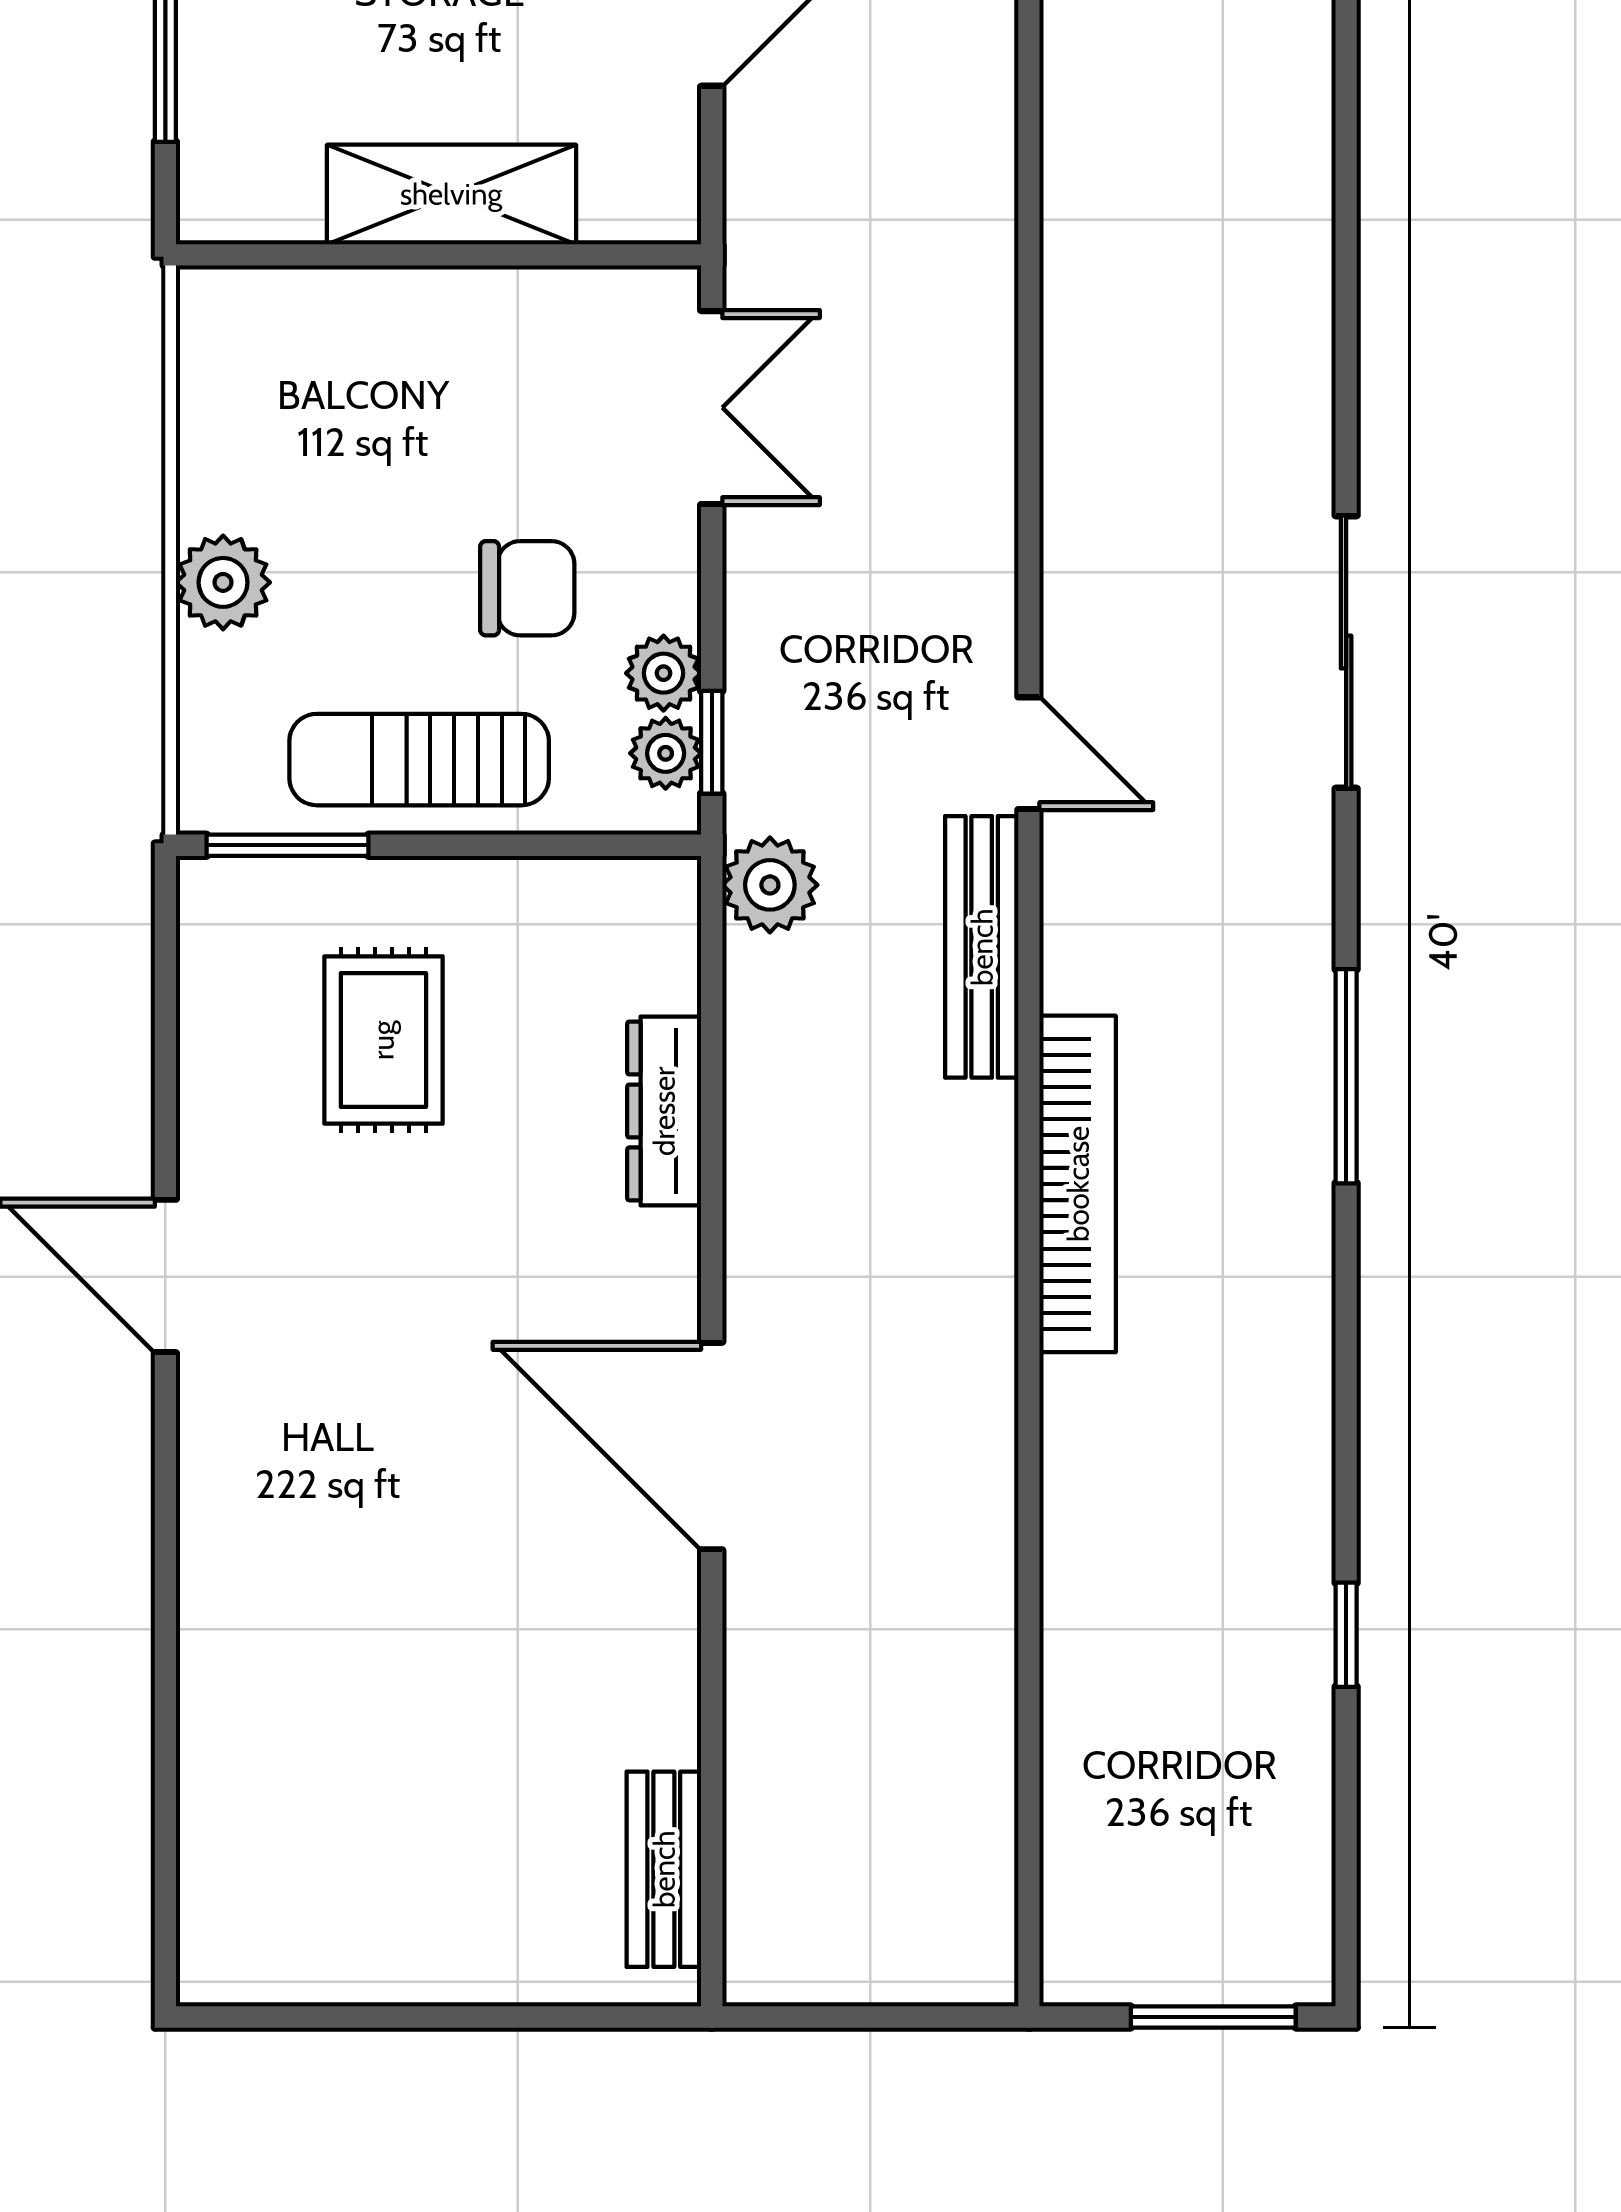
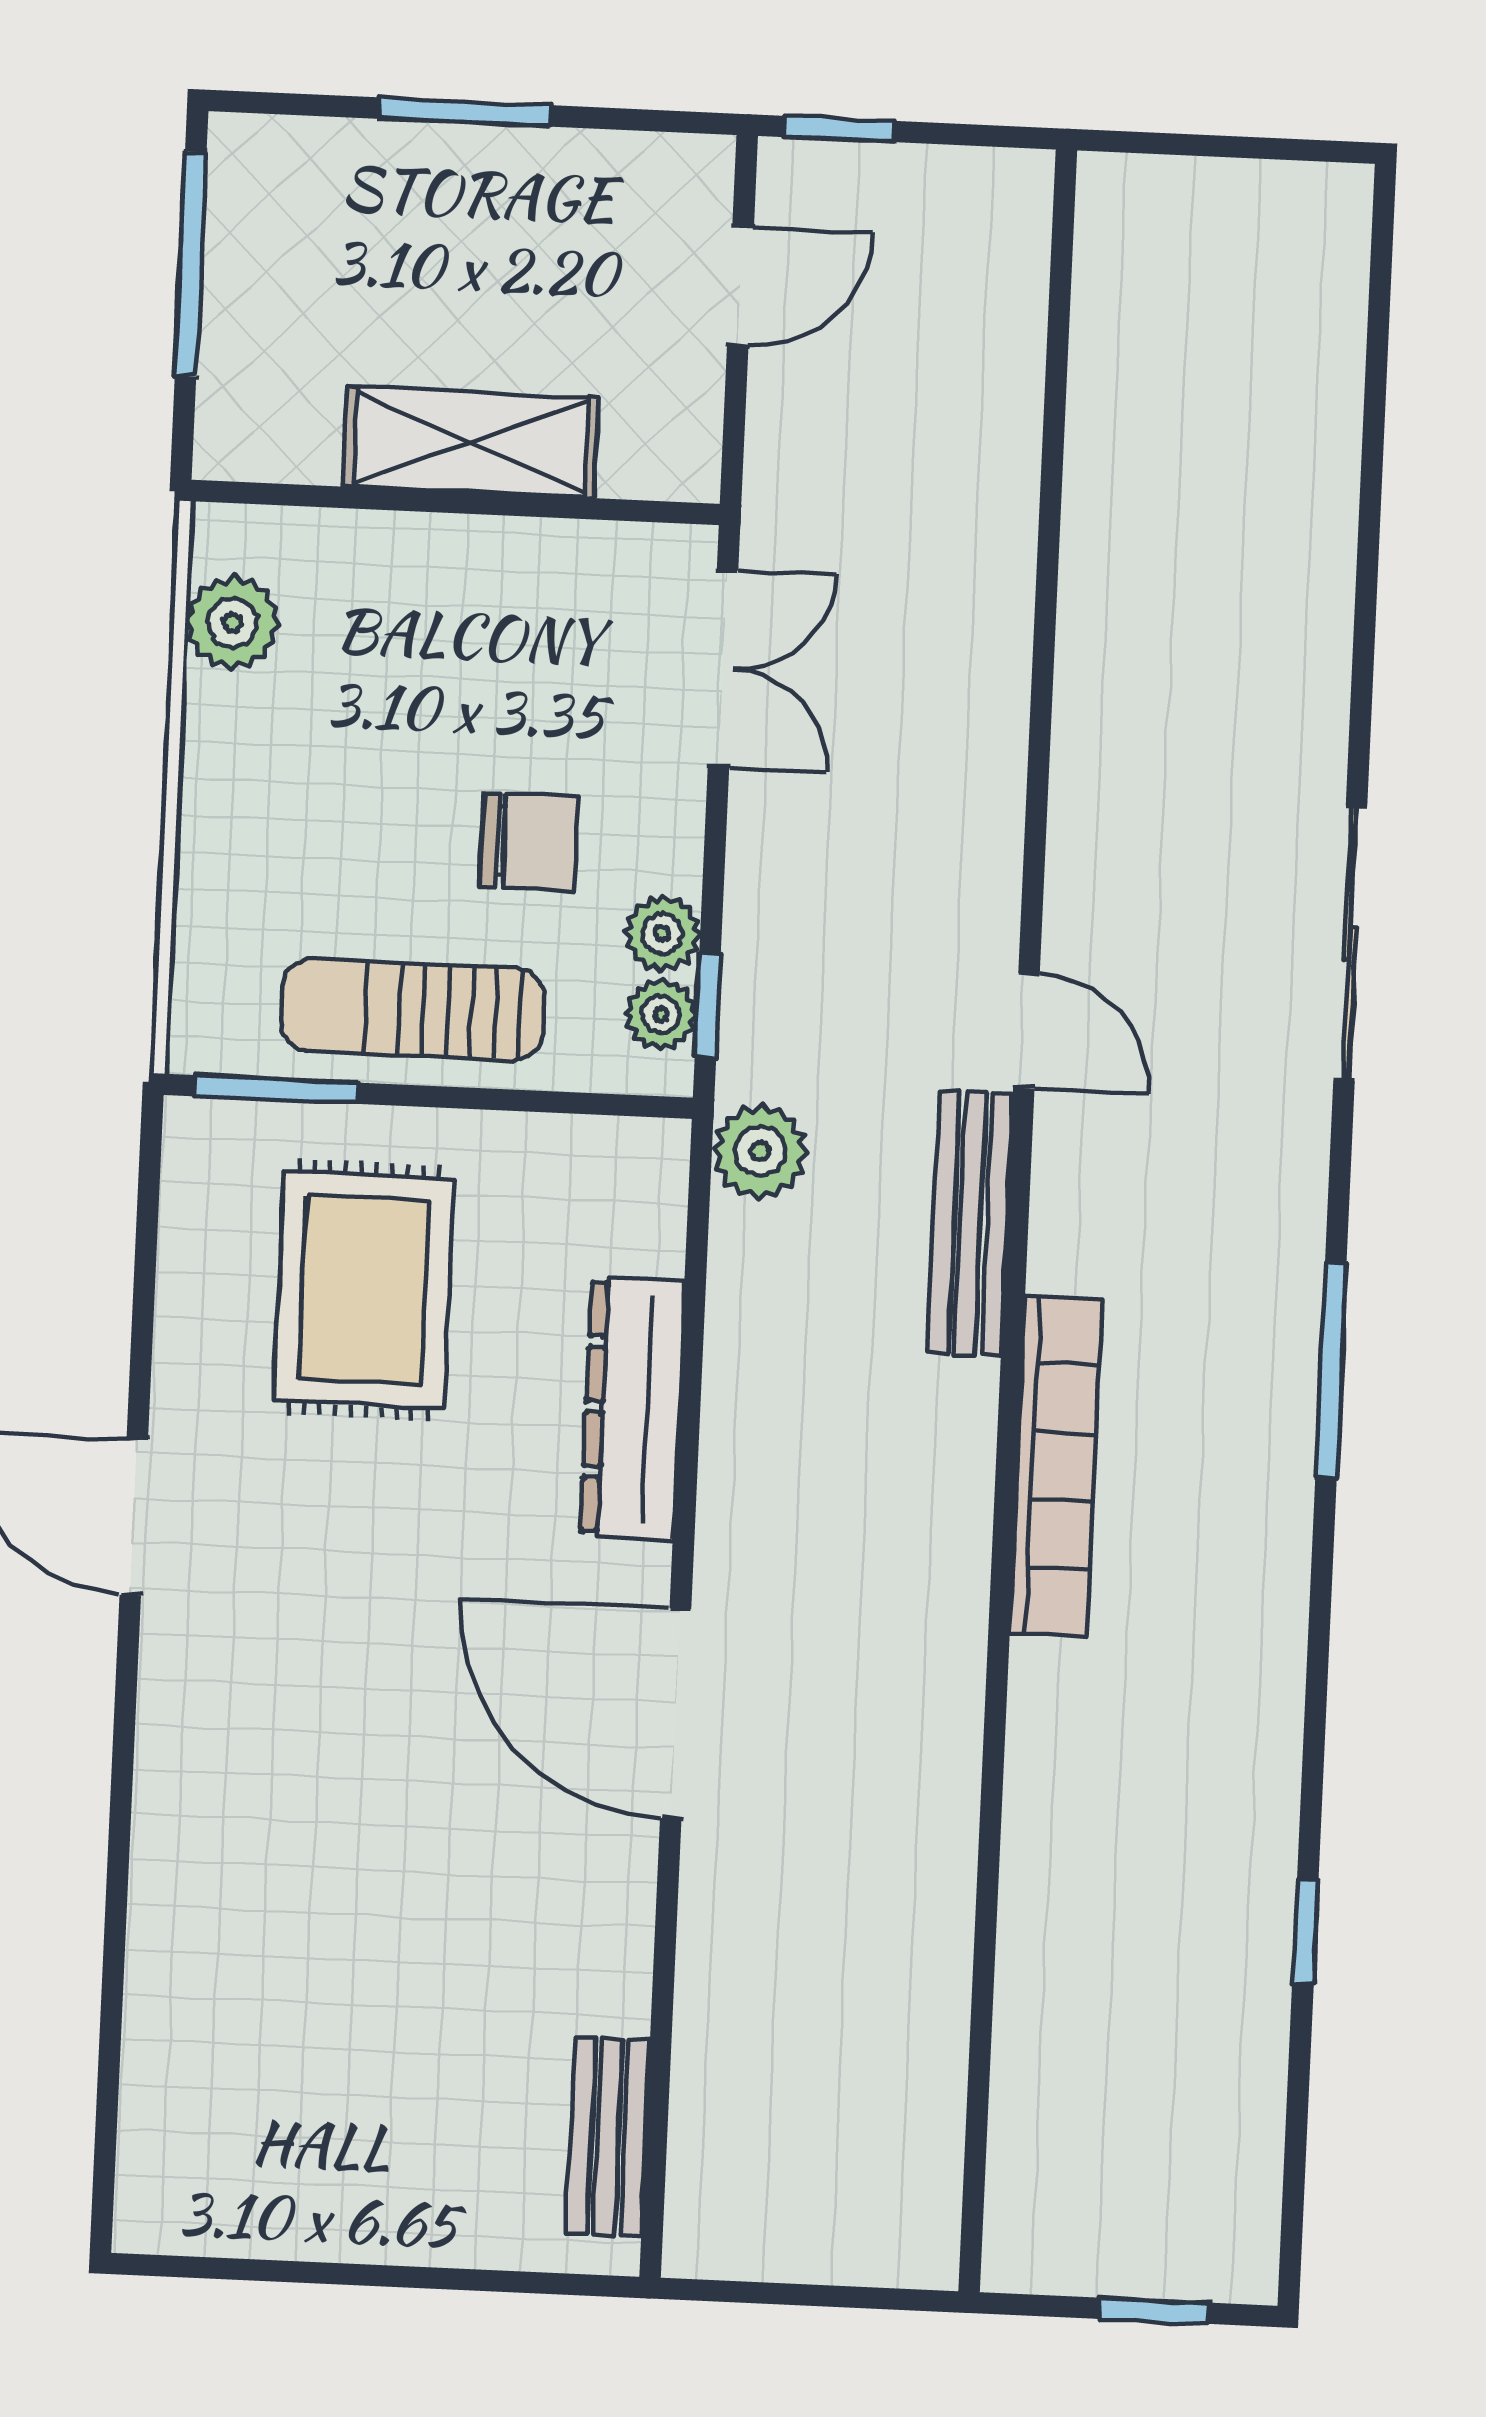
plant: (223, 582) -> (232, 623), moved
rug: (383, 1040) -> (364, 1290), width x1.36, depth x1.43
dresser: (664, 1111) -> (632, 1408), width x1.37, depth x1.24
window: (1213, 2017) -> (1154, 2311), width x0.67

